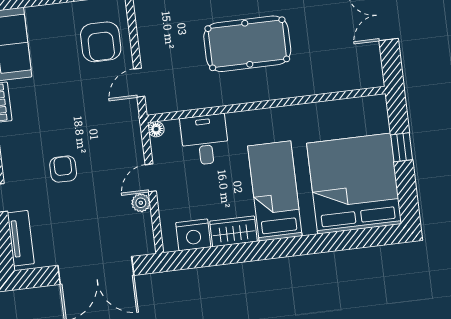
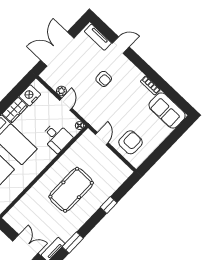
armchair: (101, 42) -> (130, 142), turned 90

